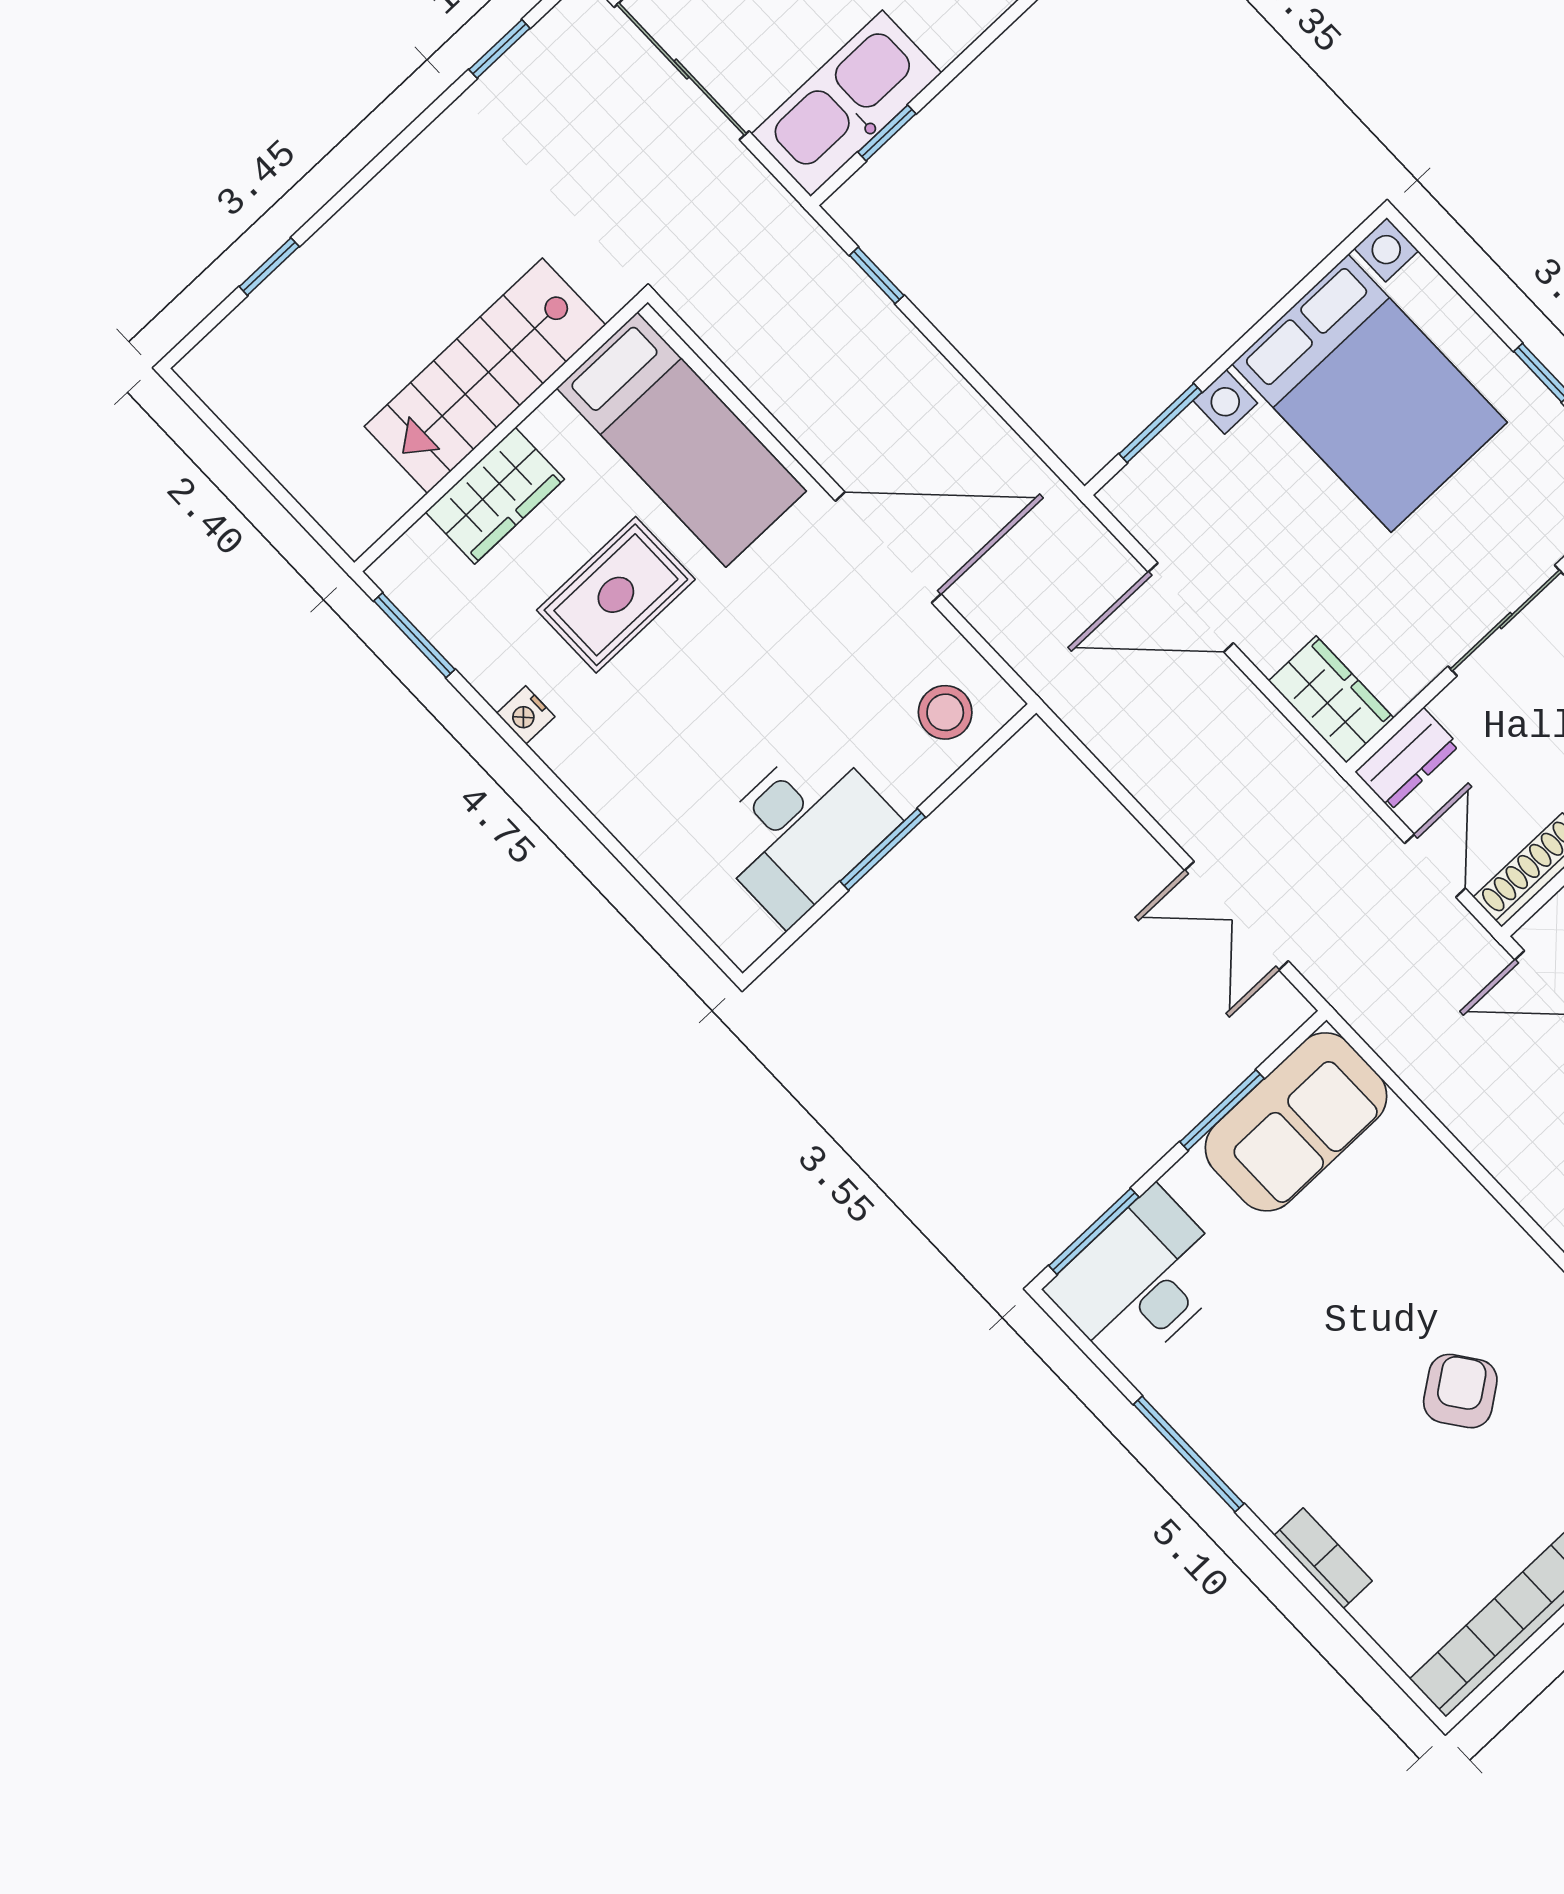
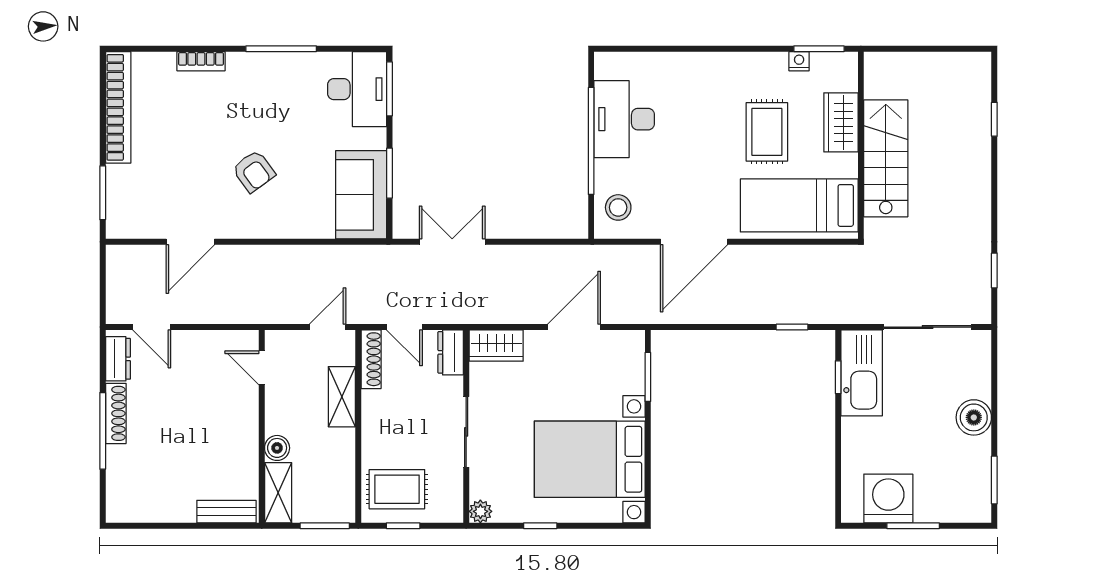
nightstand: (526, 715) -> (799, 61), moved
window: (883, 849) -> (591, 141), width x2.11
armchair: (1460, 1391) -> (254, 171), moved

